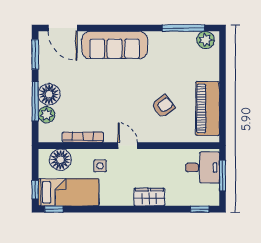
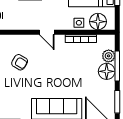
armchair: (163, 106) -> (20, 62), turned -113
side table: (100, 166) -> (79, 23), moved

